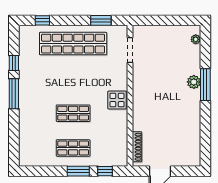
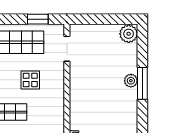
plant: (196, 39) -> (129, 34), width x1.87, depth x1.87
display table: (117, 100) -> (30, 80), moved

